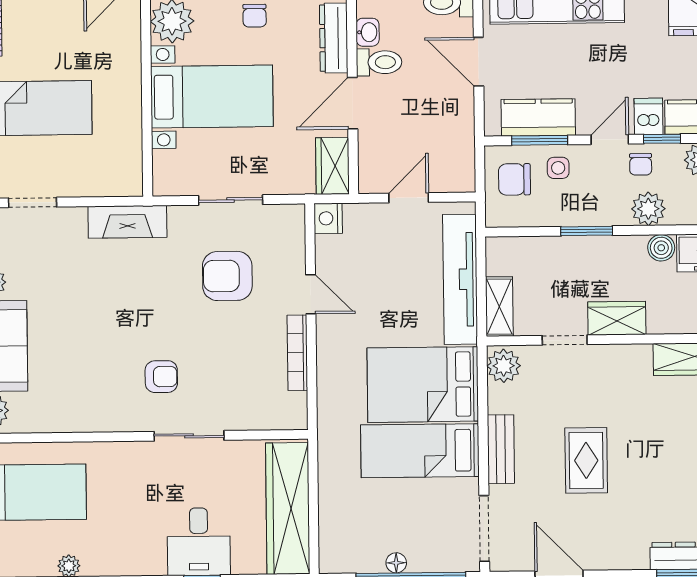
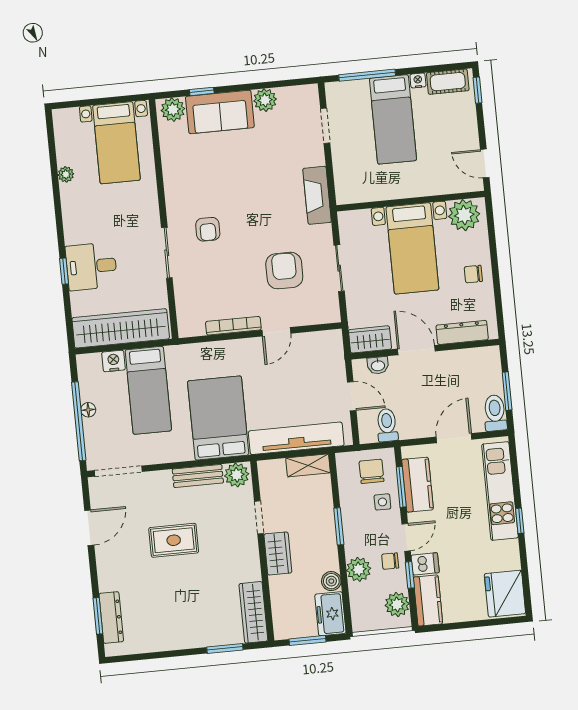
washbasin: (368, 32) -> (378, 365), moved
toilet: (379, 62) -> (387, 425), moved, turned 180
door: (610, 139) -> (406, 537), hinge flipped
nightstand: (328, 218) -> (113, 361), moved
shelving: (499, 307) -> (308, 465), moved
bench: (501, 449) -> (198, 476), moved
bed: (420, 451) -> (148, 390), moved, turned 180

